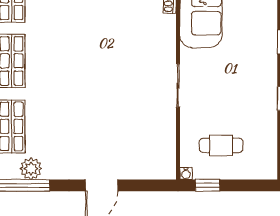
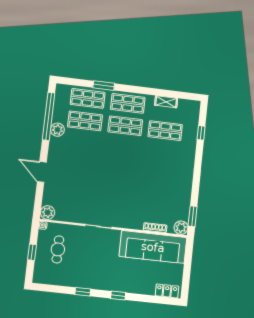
plant: (165, 168) -> (48, 213), added
window: (208, 185) -> (32, 252), moved

